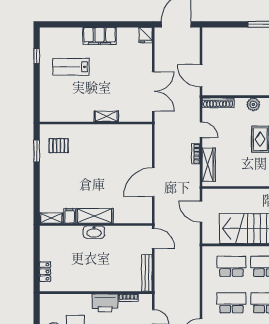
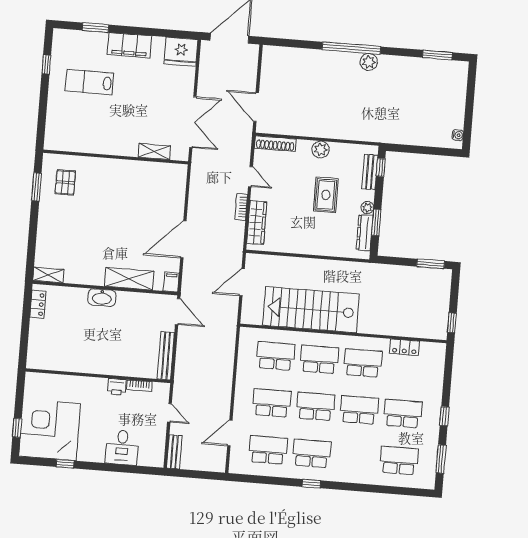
window: (72, 24) -> (95, 27), added
fridge: (145, 35) -> (181, 52), width x1.88, depth x1.34
shelving: (106, 116) -> (154, 152), moved
pallet: (59, 146) -> (65, 182), turned 90
door: (201, 212) -> (242, 282), hinge flipped
filing cabinet: (69, 216) -> (171, 282), moved
shelving: (95, 216) -> (129, 279), moved
locker: (45, 272) -> (38, 304), moved
printer: (105, 303) -> (117, 387), width x0.53, depth x0.68

